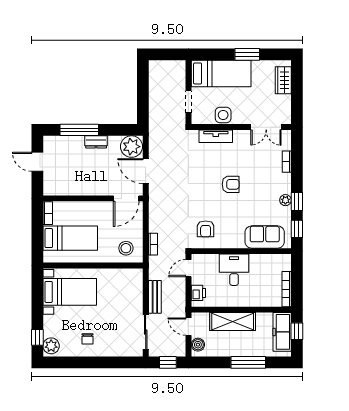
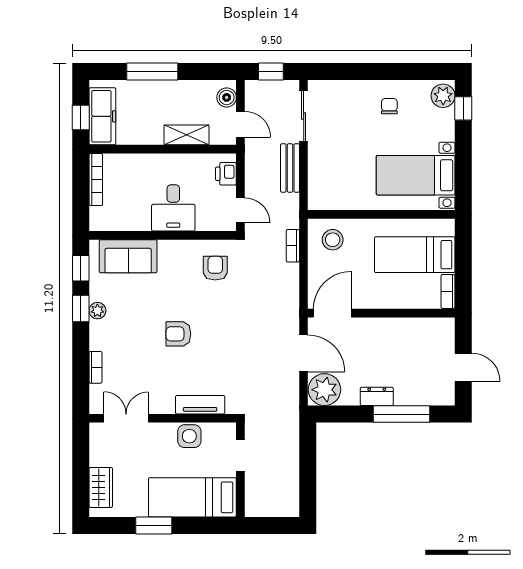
door: (188, 268) -> (240, 210), hinge flipped
shelving: (233, 322) -> (187, 135), width x0.67, depth x0.75

